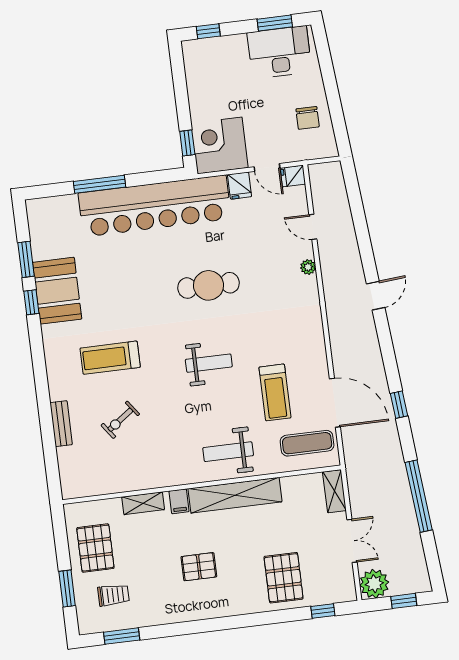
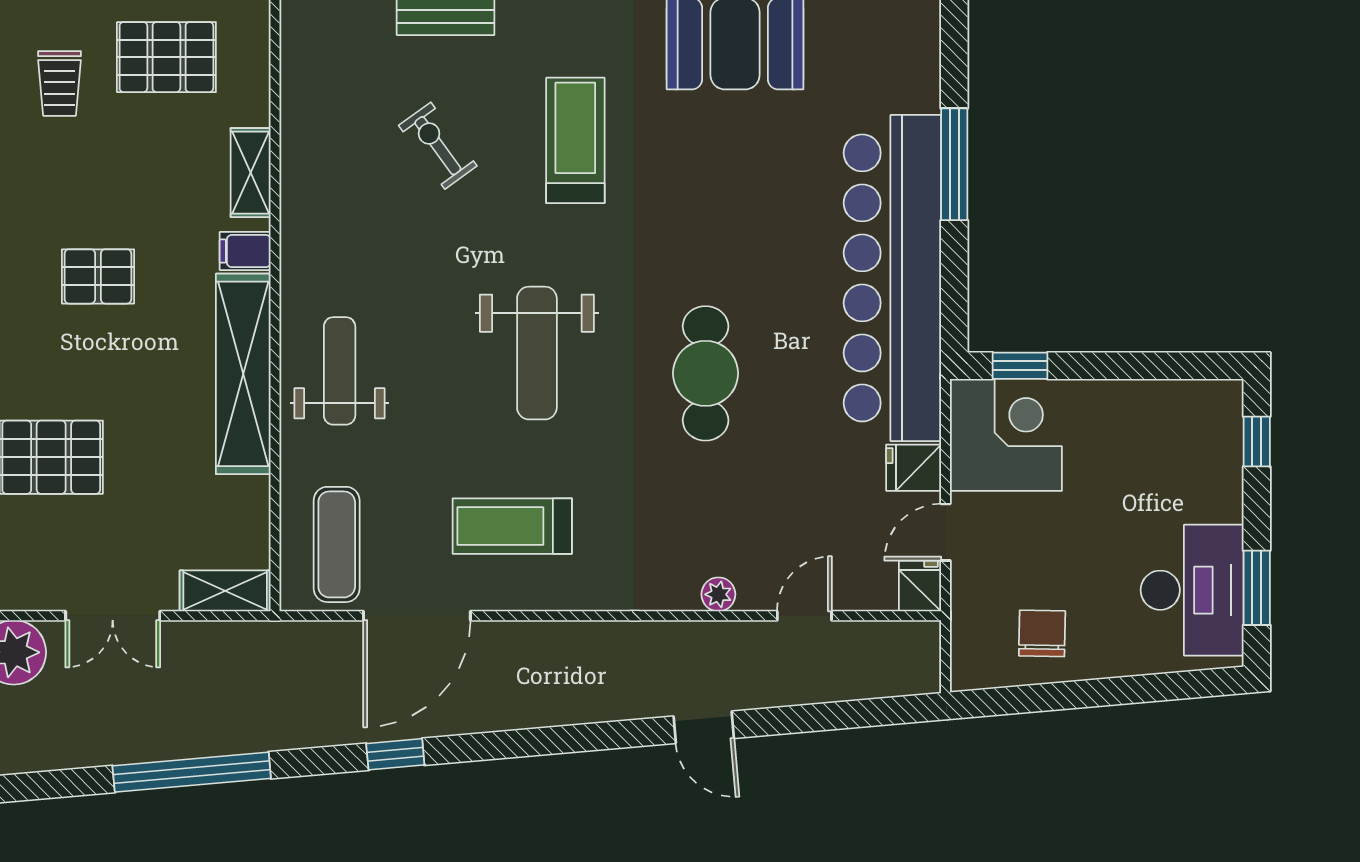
chair: (308, 118) -> (1042, 633), turned 91
door: (376, 296) -> (704, 727), moved
weight bench: (209, 363) -> (537, 353), width x1.36, depth x1.33
treadmill: (275, 392) -> (512, 526), moved
pallet: (199, 567) -> (98, 276), turned 90

